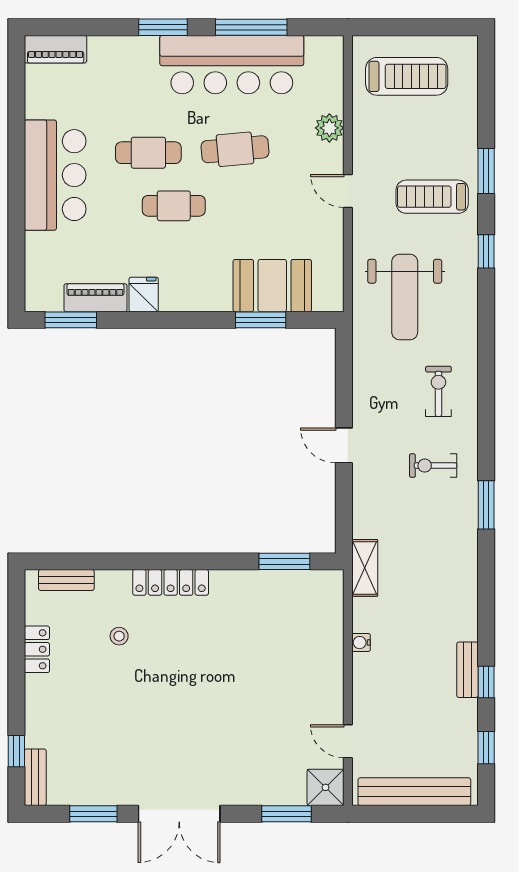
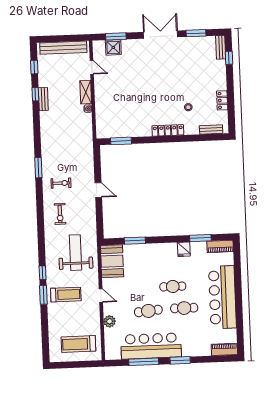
window: (486, 171) -> (43, 295), moved
bar counter: (55, 175) -> (222, 297), width x1.36
booth: (272, 286) -> (112, 261), moved, turned 90
piano: (95, 298) -> (220, 246), moved
window: (71, 320) -> (200, 238), moved
shelving: (365, 568) -> (86, 92), moved
shower: (325, 787) -> (113, 47), moved

